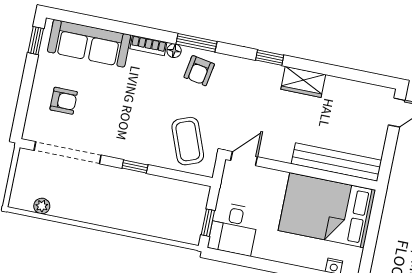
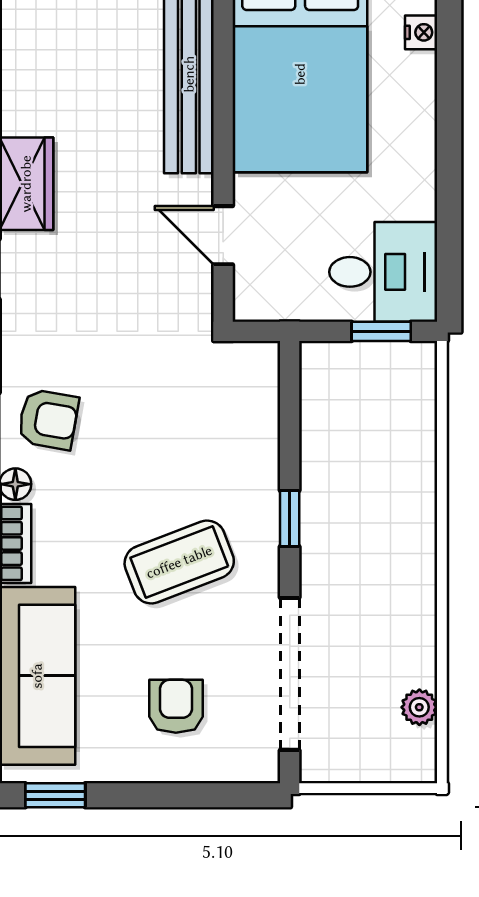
coffee table: (188, 141) -> (179, 562), moved
door: (244, 159) -> (223, 235), moved

